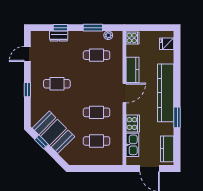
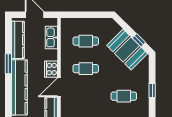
cooker: (133, 124) -> (51, 69), moved
kitchen counter: (167, 149) -> (18, 40), width x1.50

